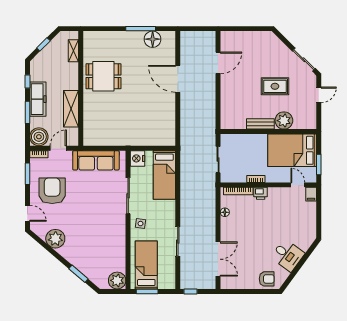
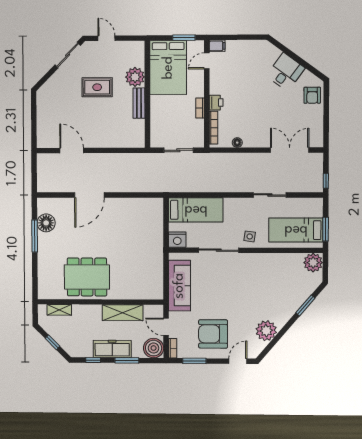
dining table: (103, 76) -> (87, 277), width x1.38
rug: (275, 86) -> (97, 87), turned 90
armchair: (267, 279) -> (312, 95), turned 180

